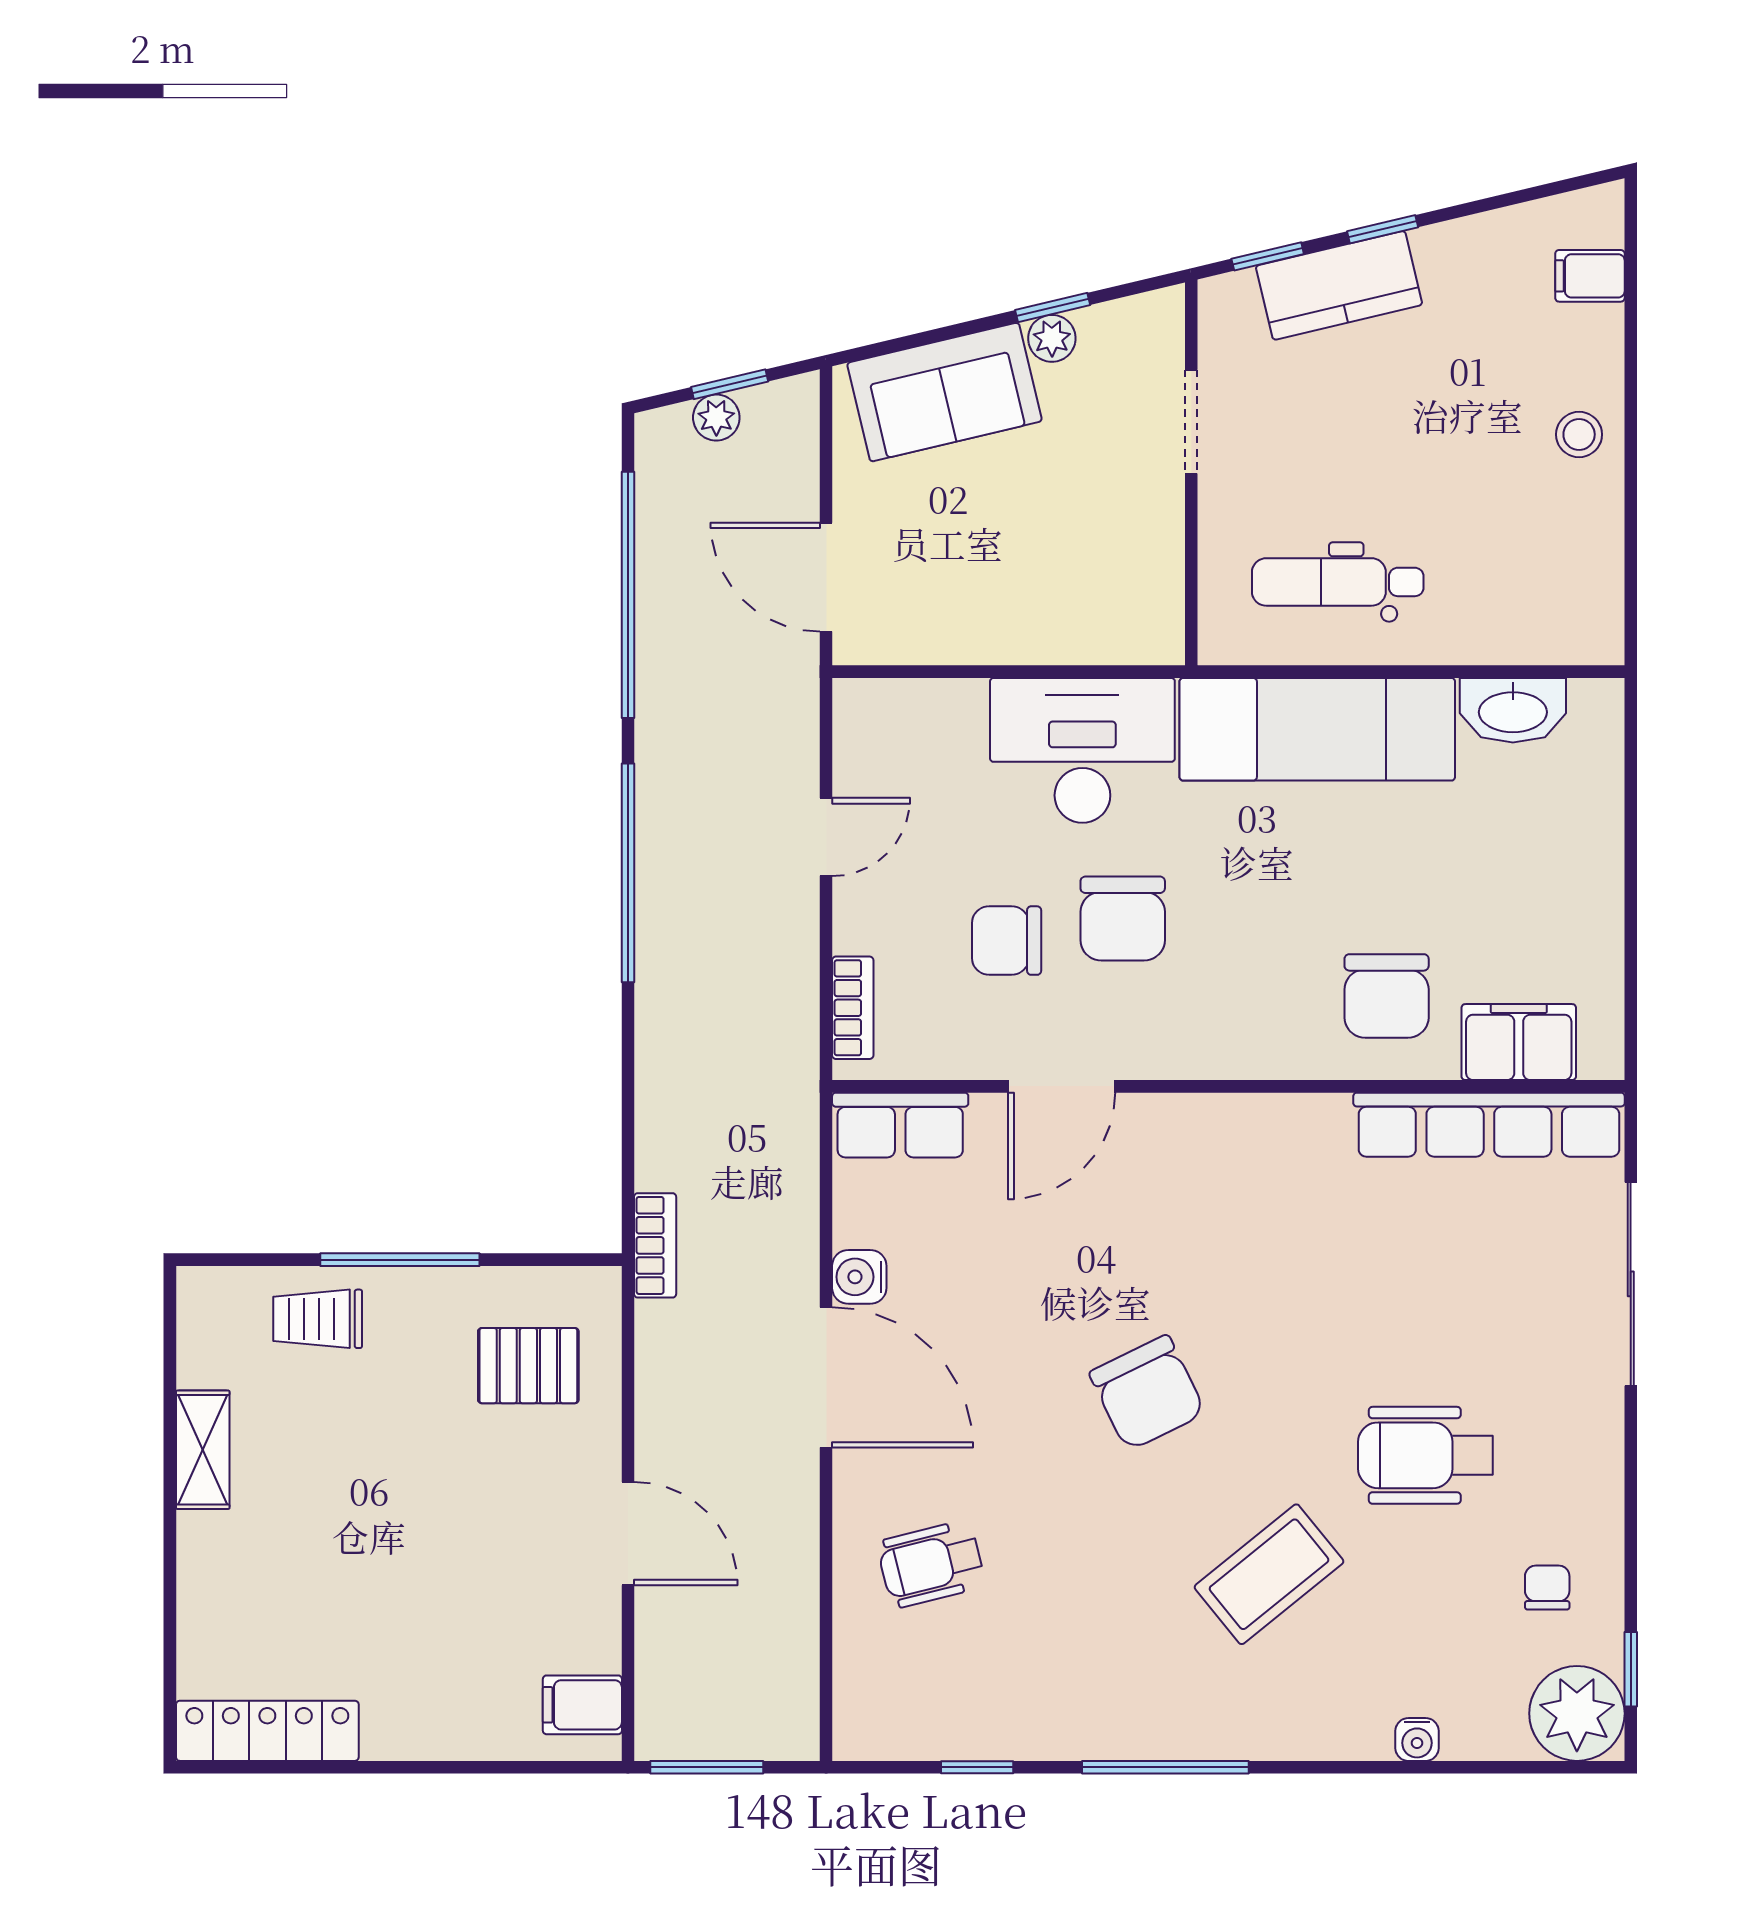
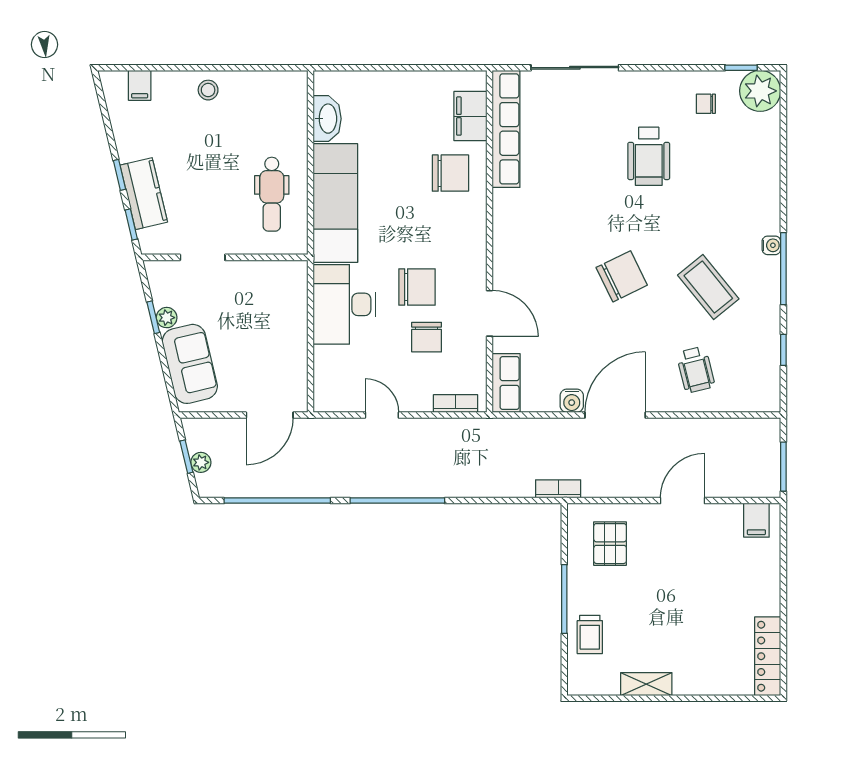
coffee table: (1269, 1574) -> (708, 287), moved
water cooler: (1417, 1740) -> (771, 245), moved

